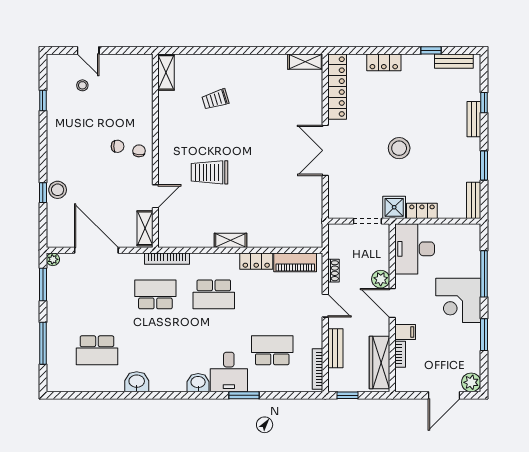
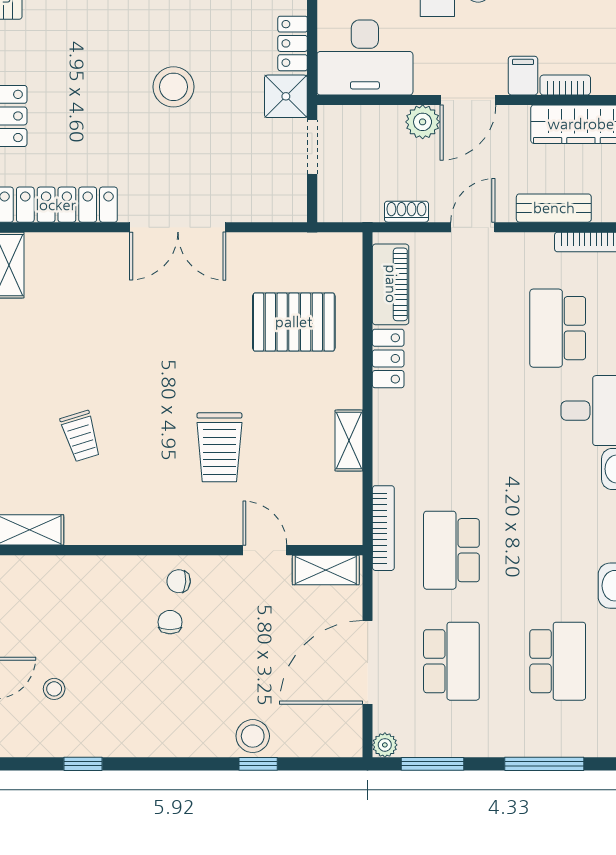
pallet: (275, 211) -> (294, 322), added
shelving: (230, 240) -> (349, 441), moved
school desk: (214, 294) -> (451, 661), moved

